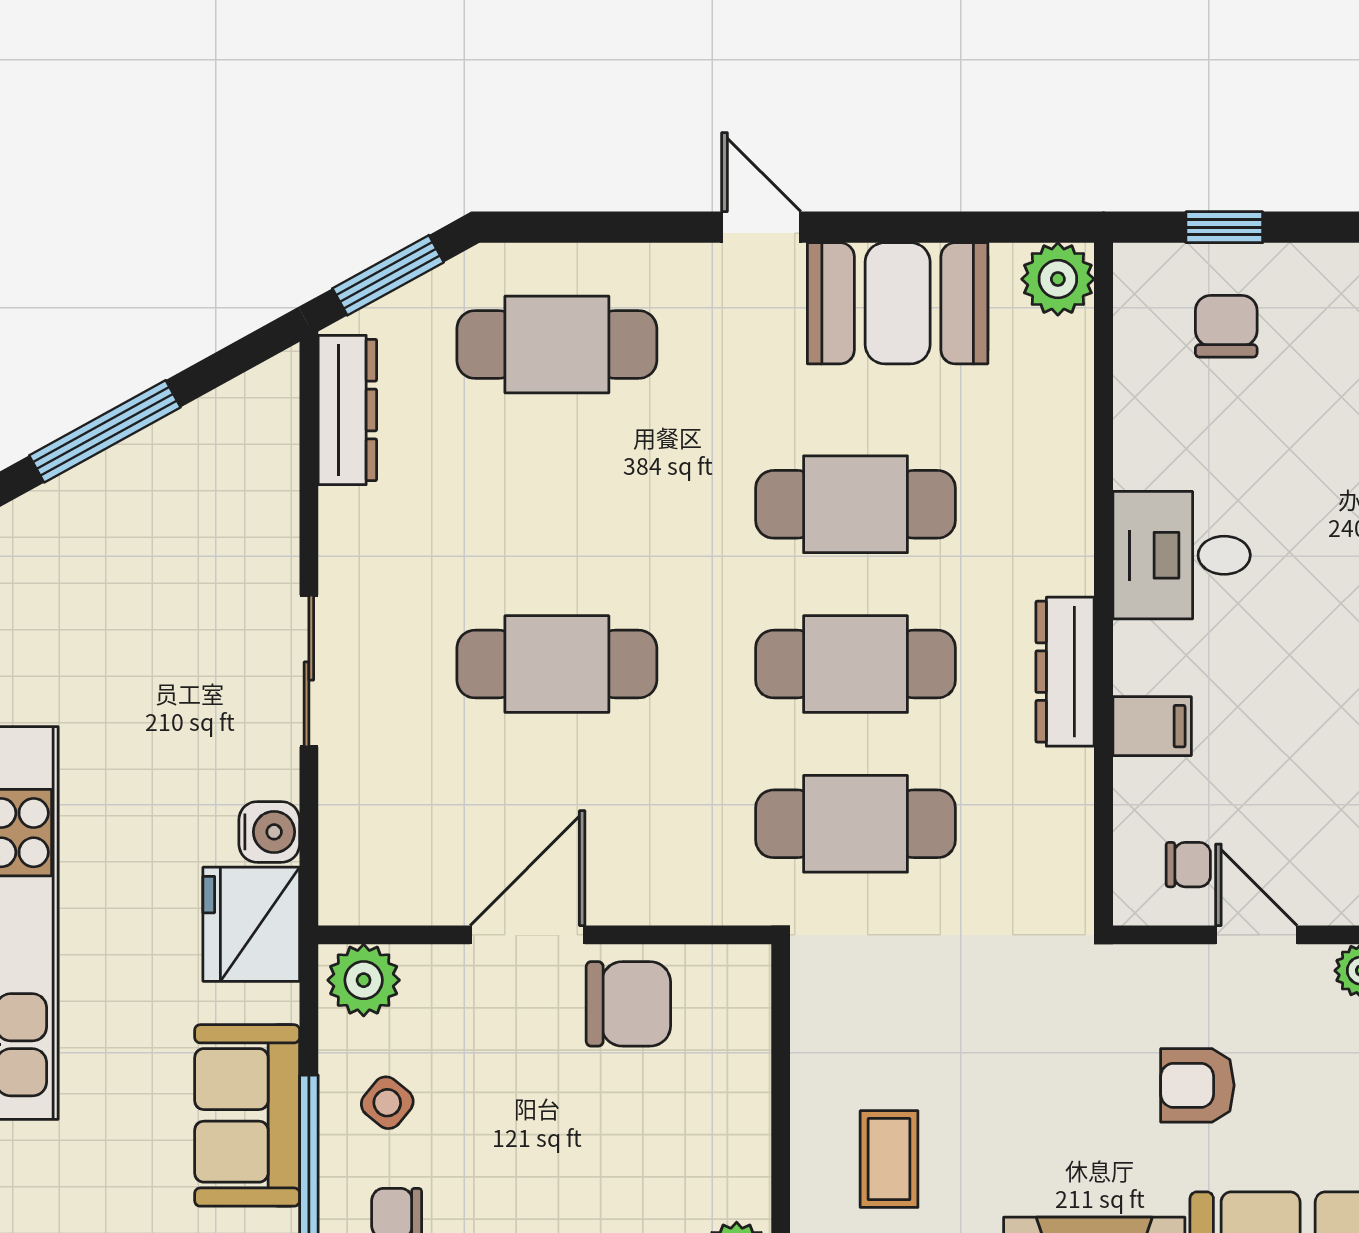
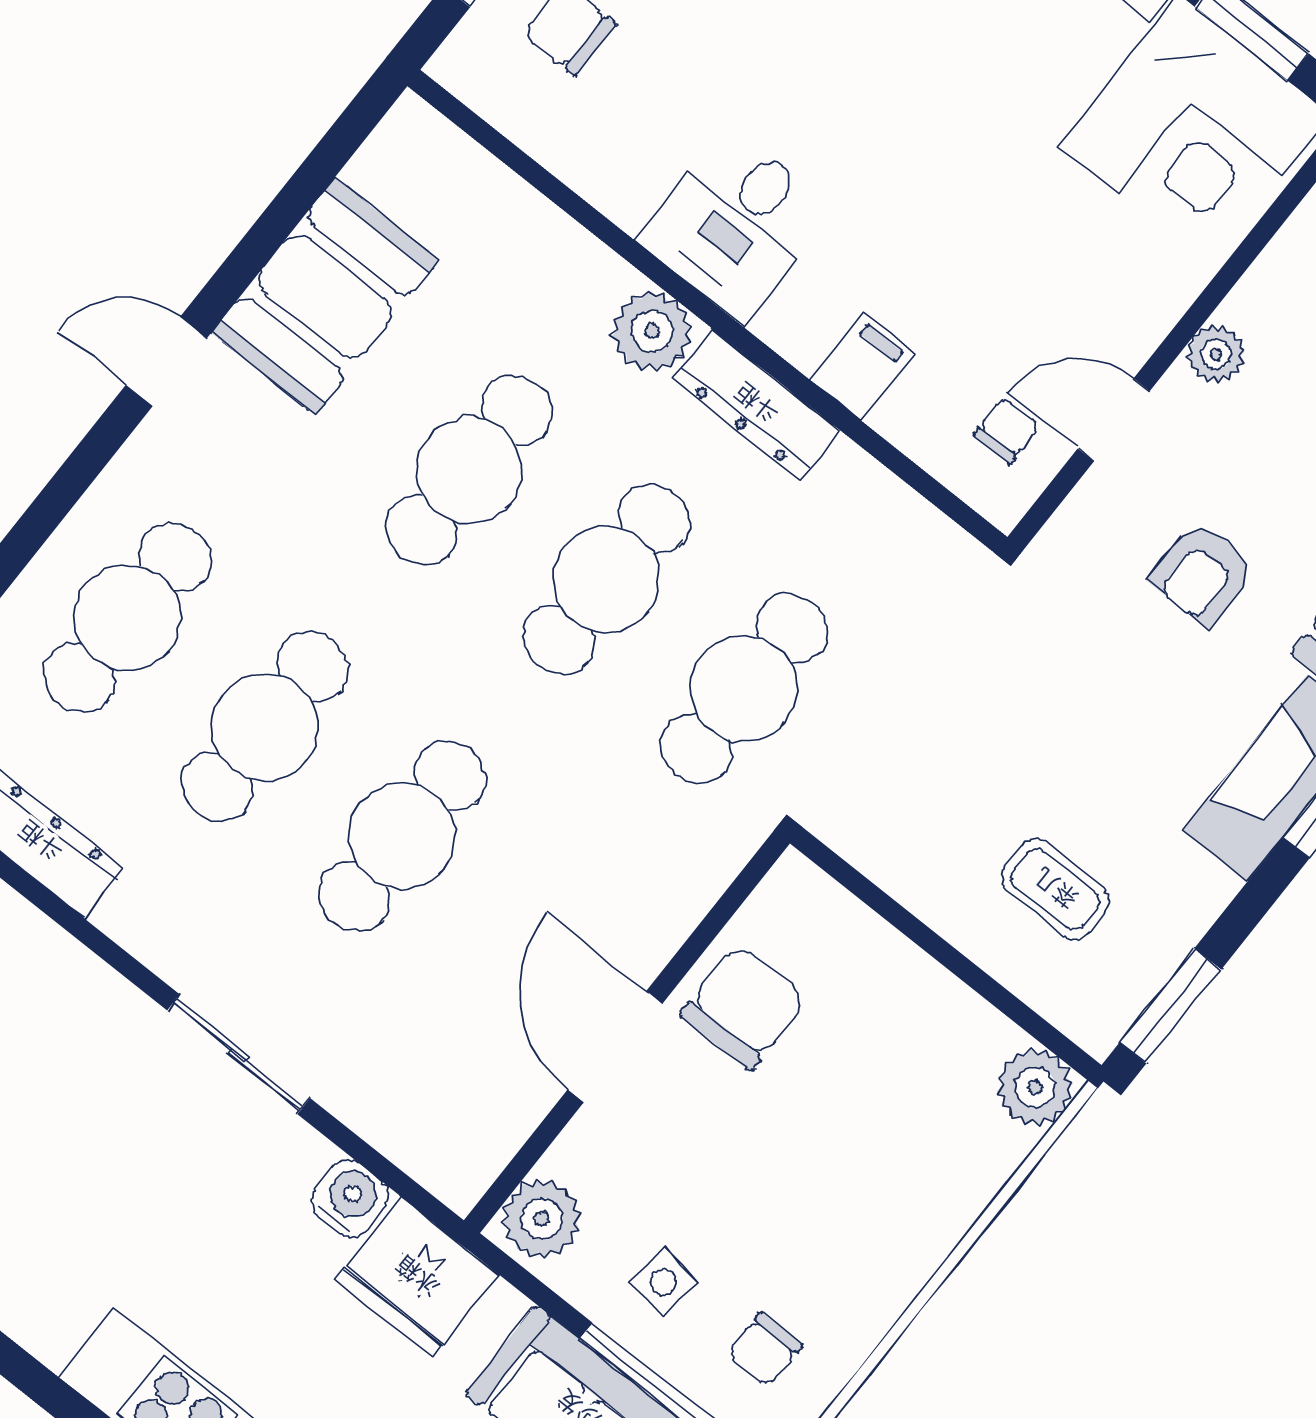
plant: (1058, 279) -> (652, 331), moved
cafe table: (557, 504) -> (265, 727), added
side table: (387, 1103) -> (663, 1282), turned -32

